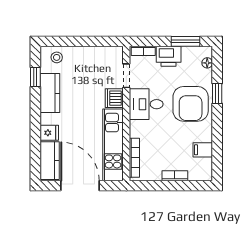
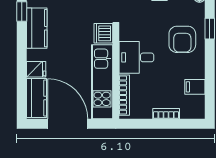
desk: (146, 104) -> (136, 57), moved
armchair: (191, 104) -> (182, 39), width x0.73, depth x0.73

